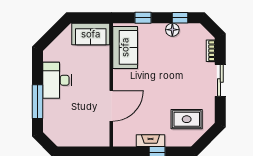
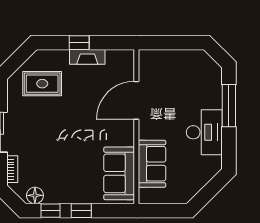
window: (143, 18) -> (81, 211), moved
floor lamp: (172, 30) -> (35, 195), moved
sofa: (91, 34) -> (152, 164), moved, turned 90

